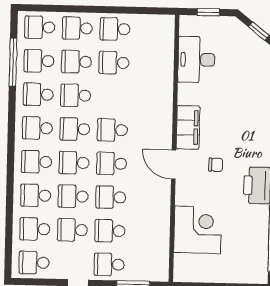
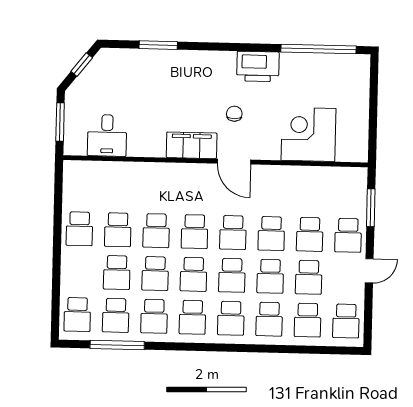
window: (208, 12) -> (60, 122), width x1.50
school desk: (77, 28) -> (156, 231), moved
desk: (196, 60) -> (107, 135), width x0.73
door: (174, 165) -> (234, 162), hinge flipped

